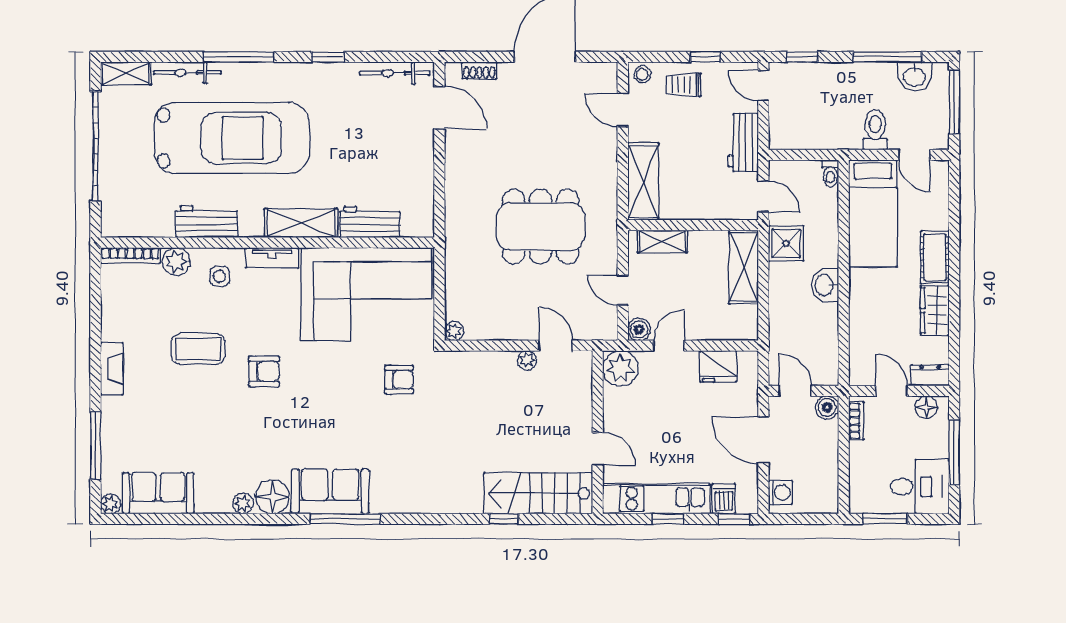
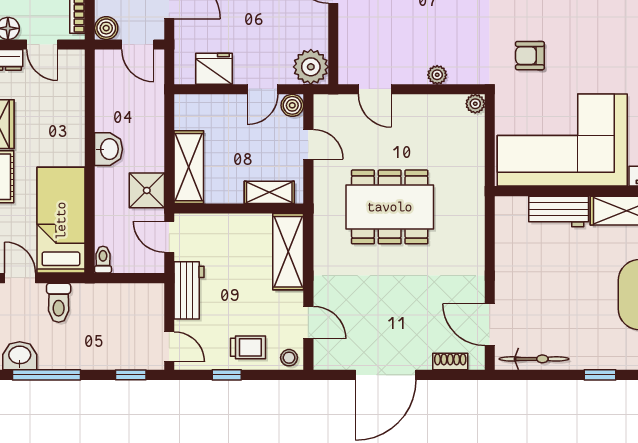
plant: (527, 360) -> (437, 75), moved

